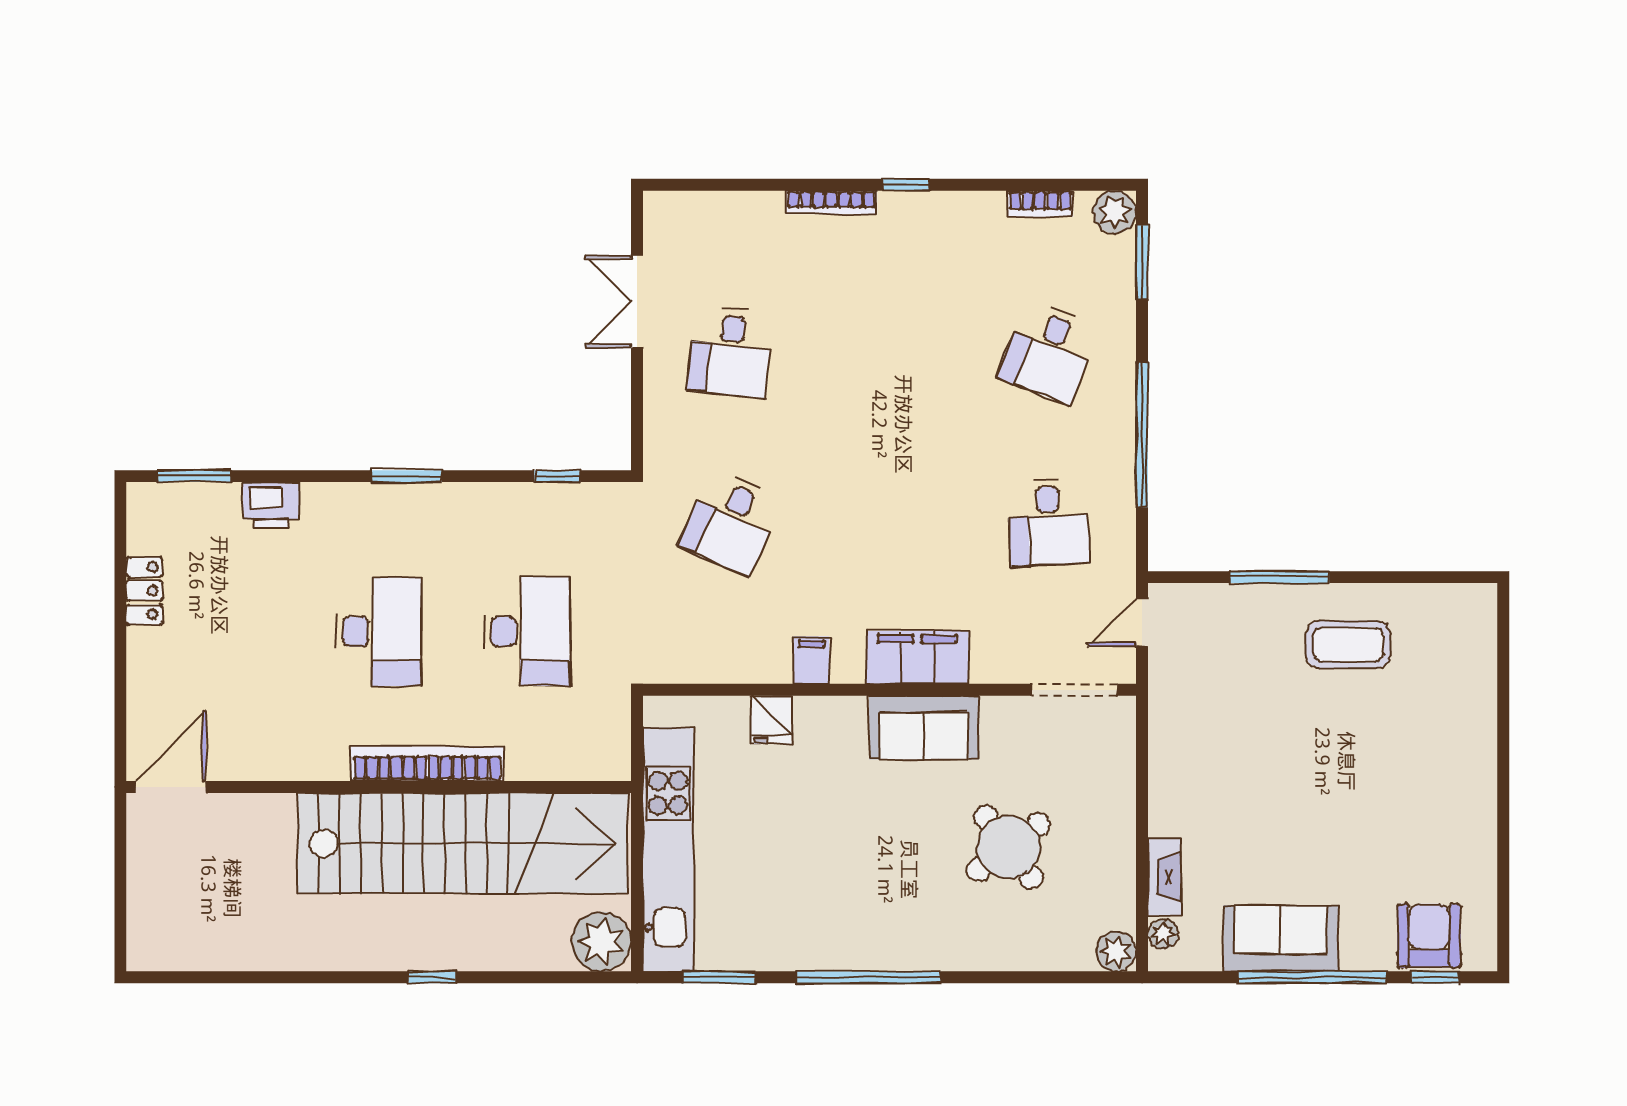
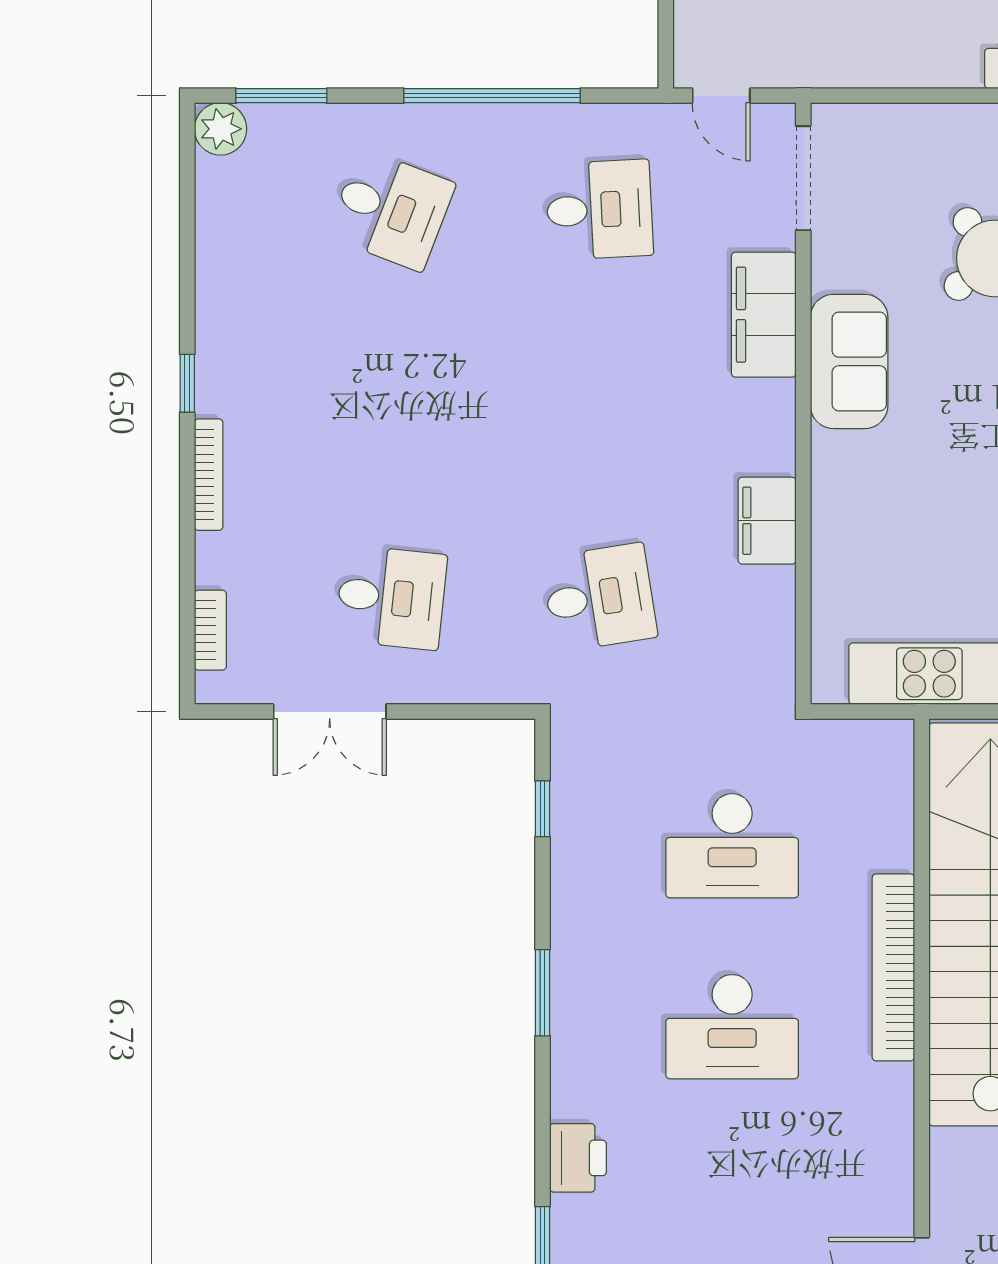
bookcase: (1040, 204) -> (210, 630), moved
desk: (731, 523) -> (599, 597), turned -33
desk: (379, 632) -> (732, 1027), turned 180
desk: (527, 632) -> (732, 846), turned 180
filing cabinet: (917, 657) -> (764, 315), moved
filing cabinet: (811, 660) -> (767, 521), width x2.00
fridge: (771, 720) -> (840, 548), removed

